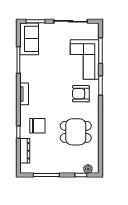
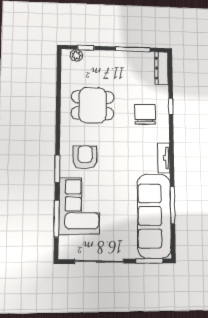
sofa: (29, 39) -> (154, 216), width x1.85, depth x1.27
armchair: (81, 94) -> (85, 157), turned -90
chair: (37, 126) -> (145, 114), turned 90
dresser: (25, 151) -> (162, 68), moved

